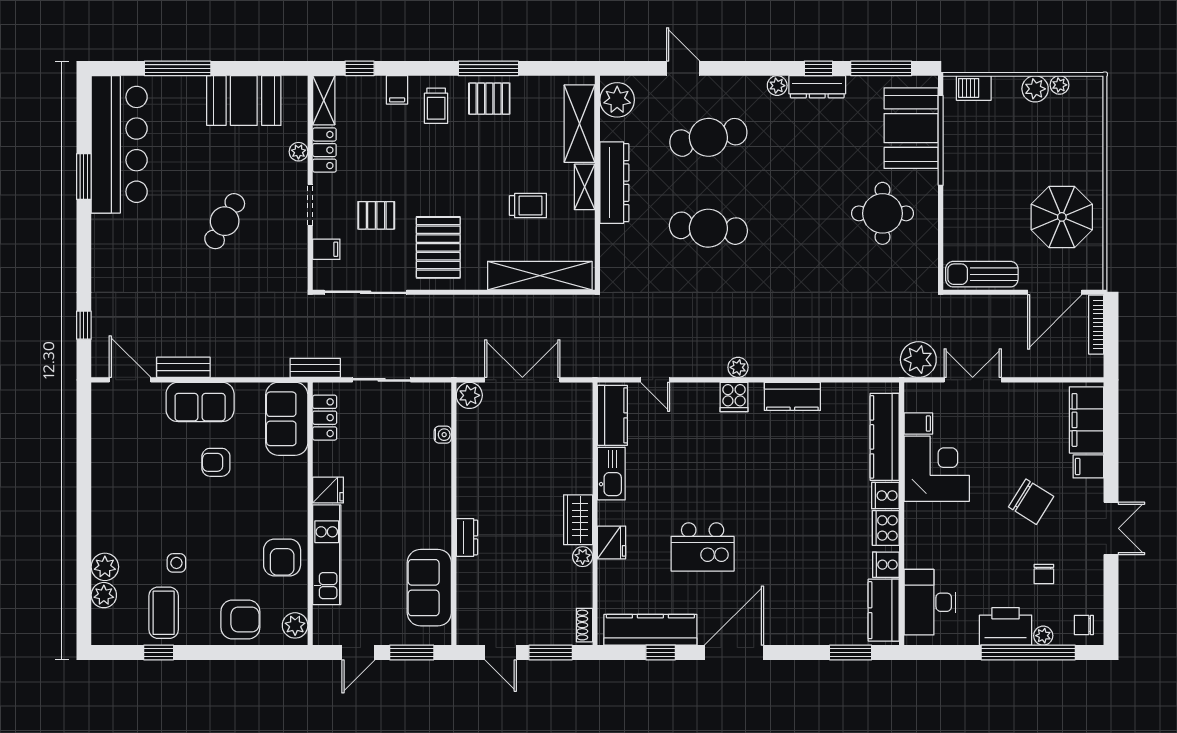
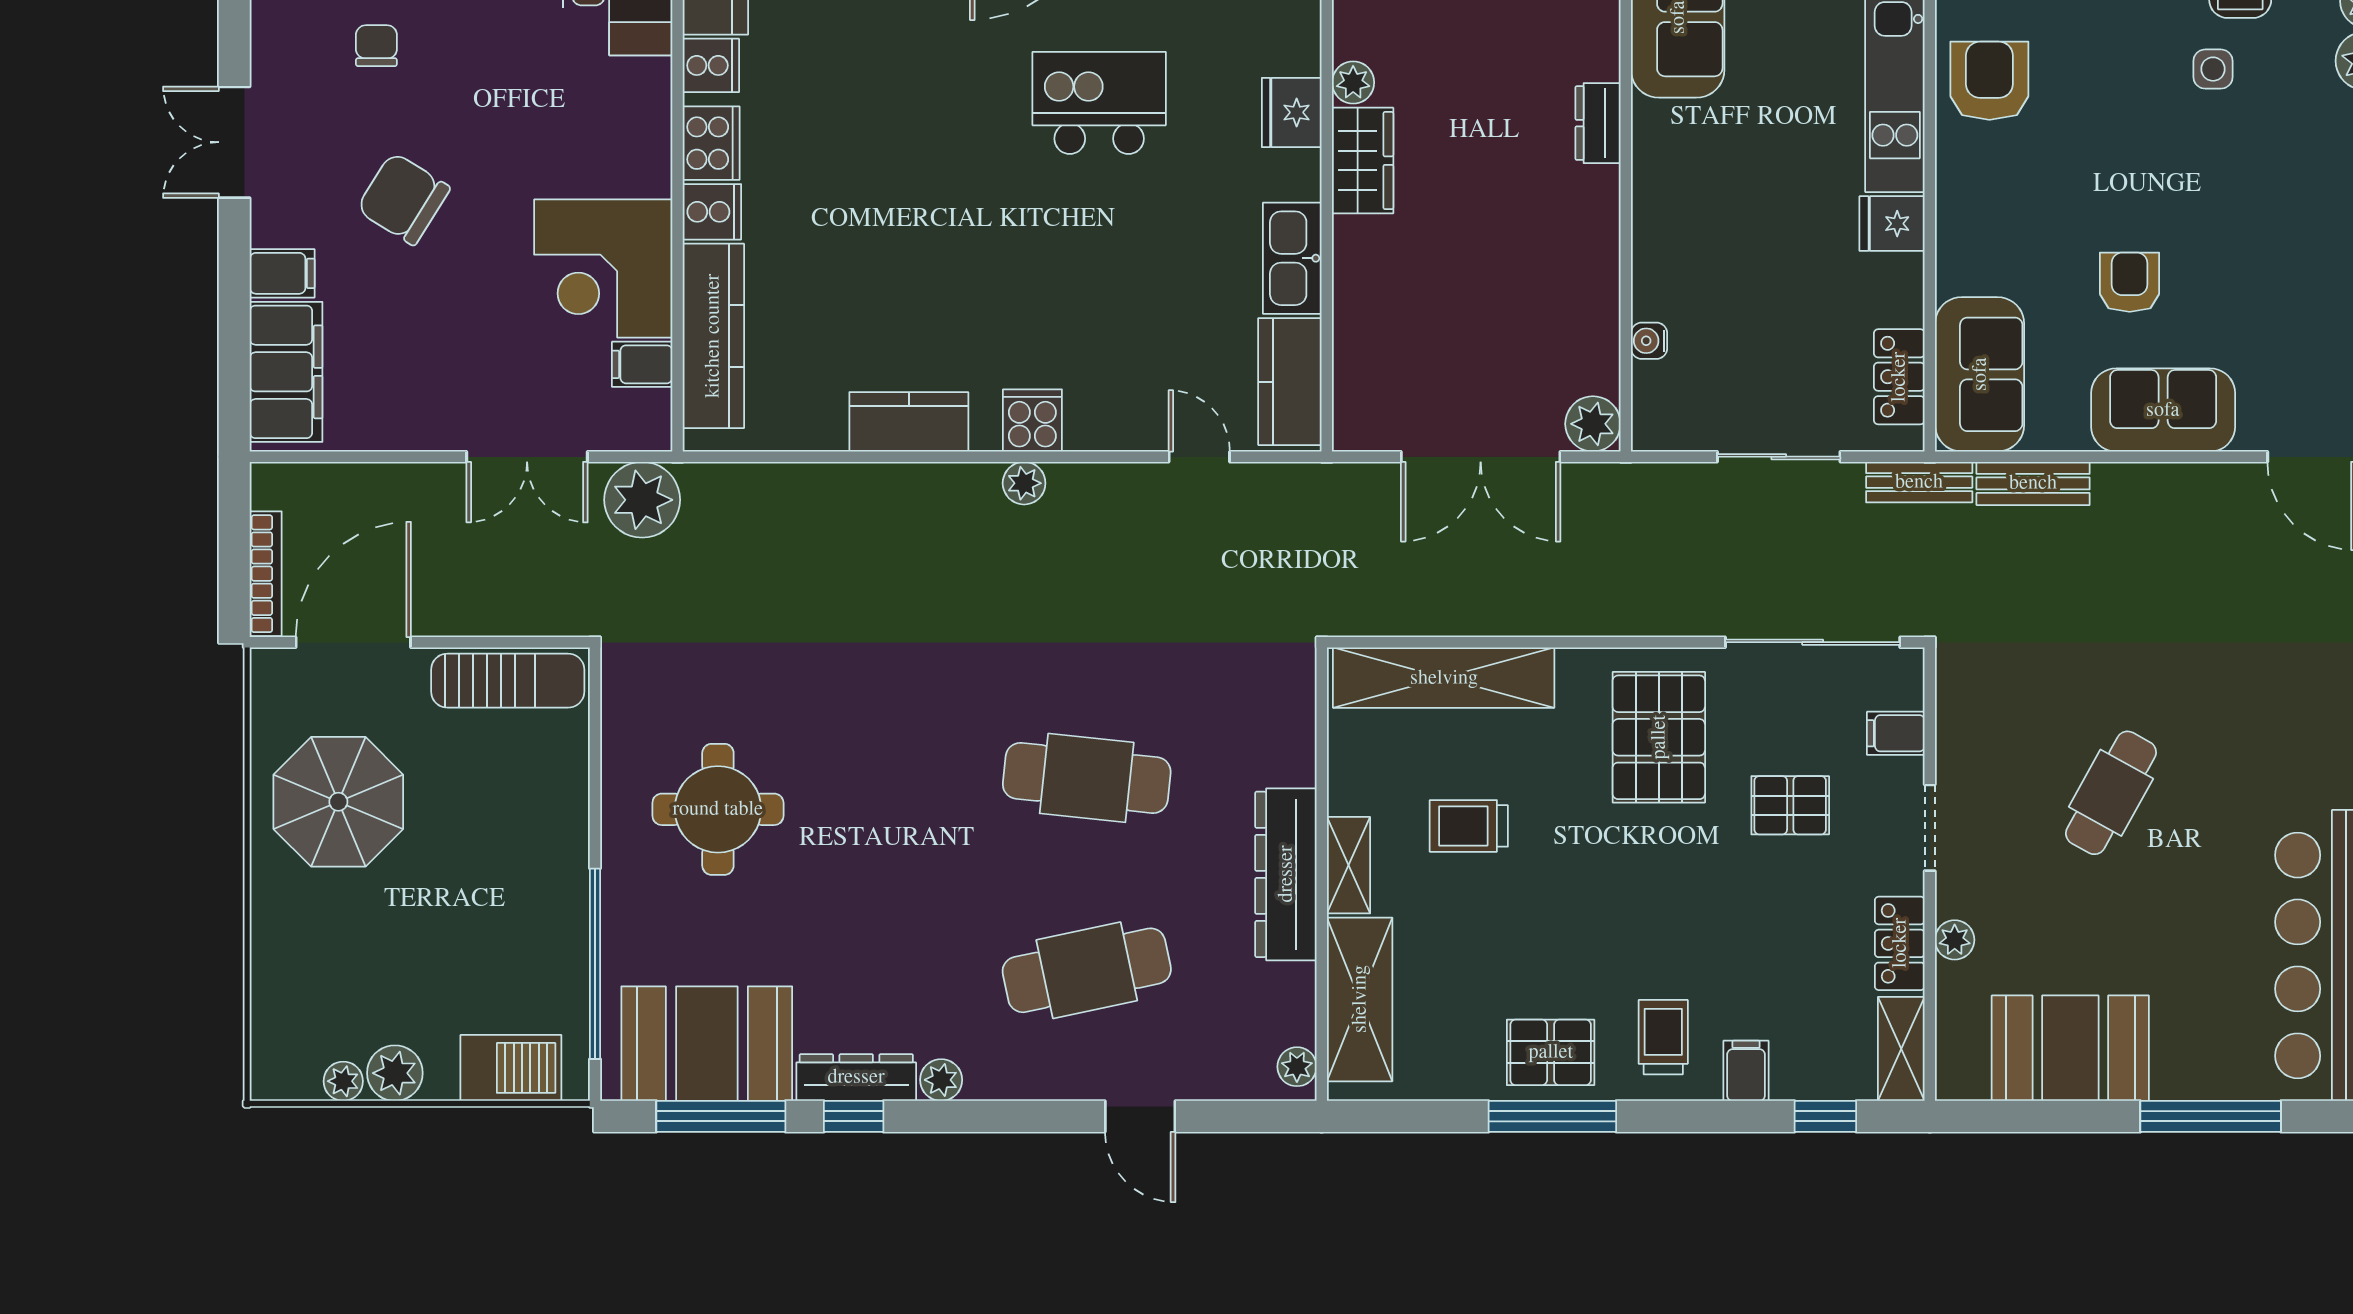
barbecue: (974, 88) -> (511, 1068), width x1.38, depth x1.27
plant: (617, 100) -> (1297, 1067), width x0.53, depth x0.53
booth: (911, 128) -> (707, 1044), moved, turned 90
bench: (183, 367) -> (2033, 483), moved
armchair: (216, 462) -> (2130, 282), turned -90

